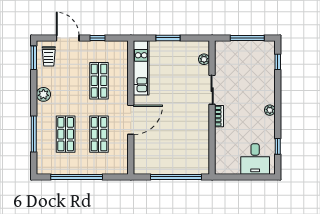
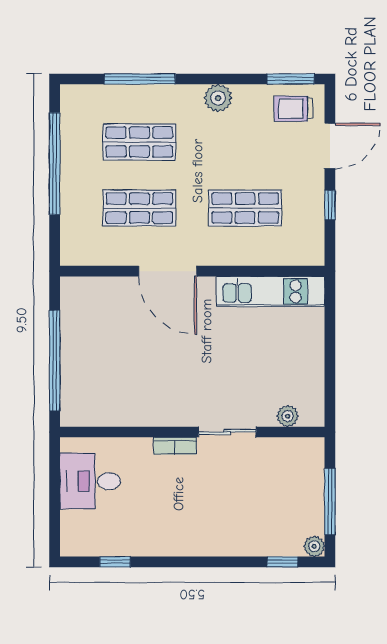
window: (168, 38) -> (330, 345), removed
plant: (270, 110) -> (314, 546), moved
desk: (255, 159) -> (90, 481), moved

